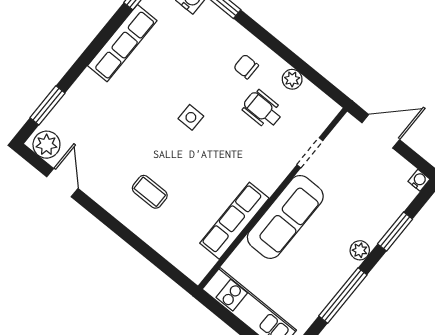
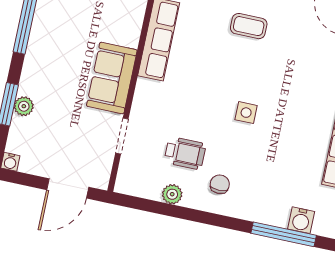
chair: (246, 67) -> (220, 184), turned -90
sofa: (285, 217) -> (112, 78), width x0.73
plant: (360, 250) -> (24, 106), moved

